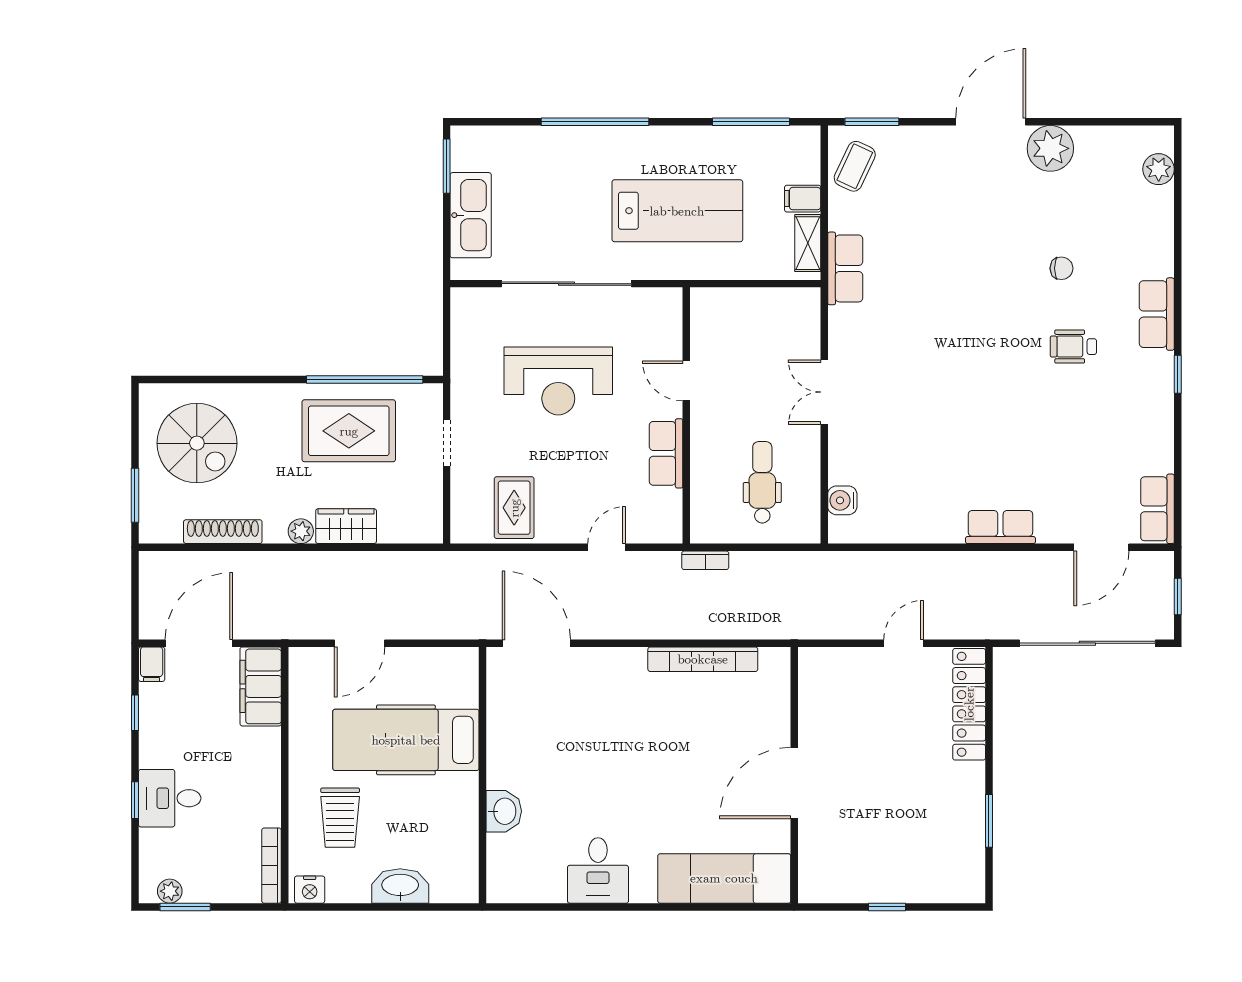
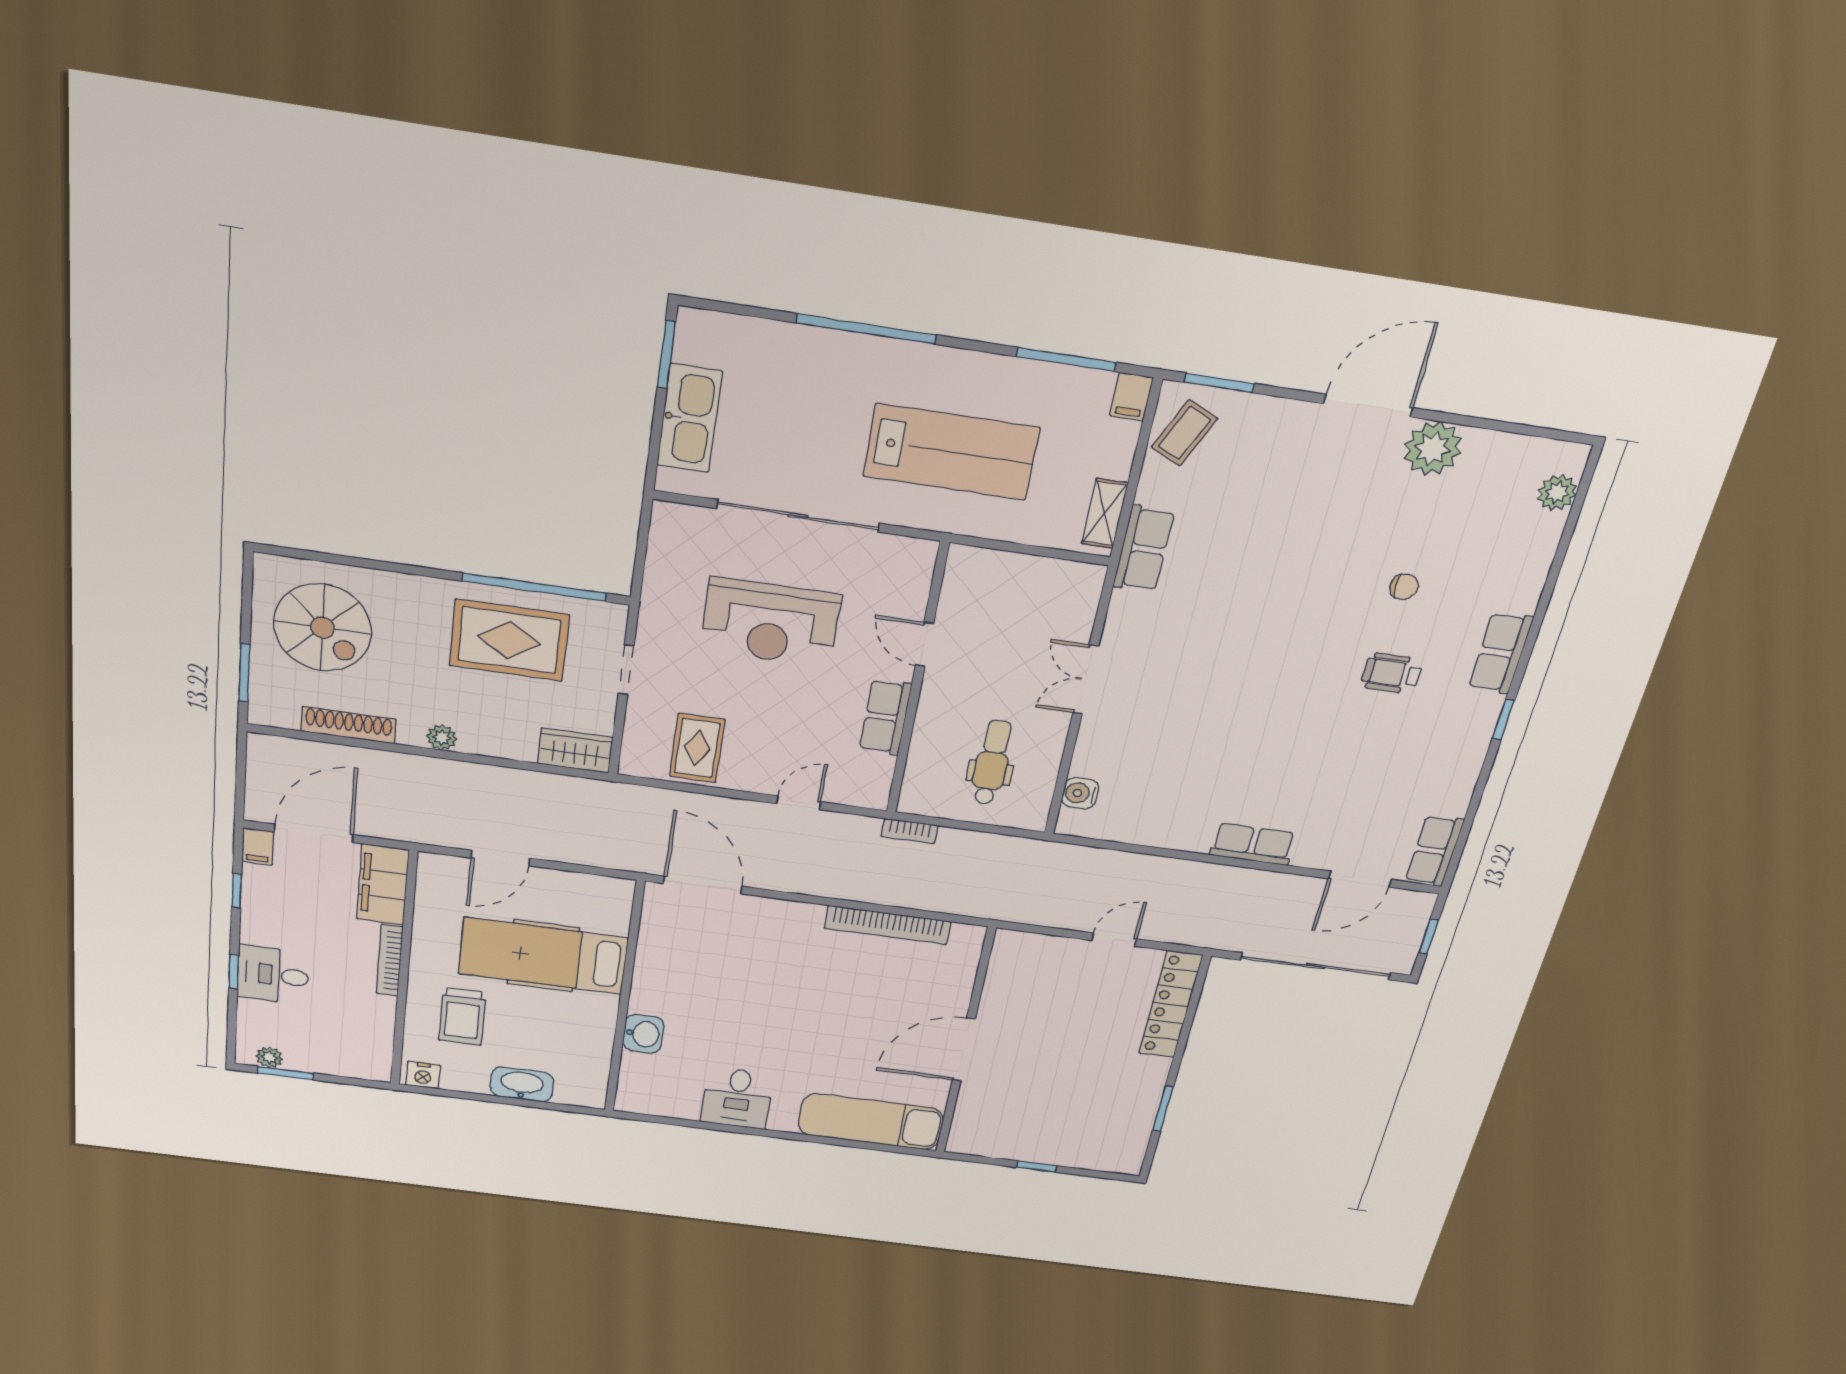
filing cabinet: (803, 199) -> (1131, 397), moved, turned -90
wardrobe: (346, 526) -> (575, 751), moved
bookcase: (272, 866) -> (390, 960), moved

